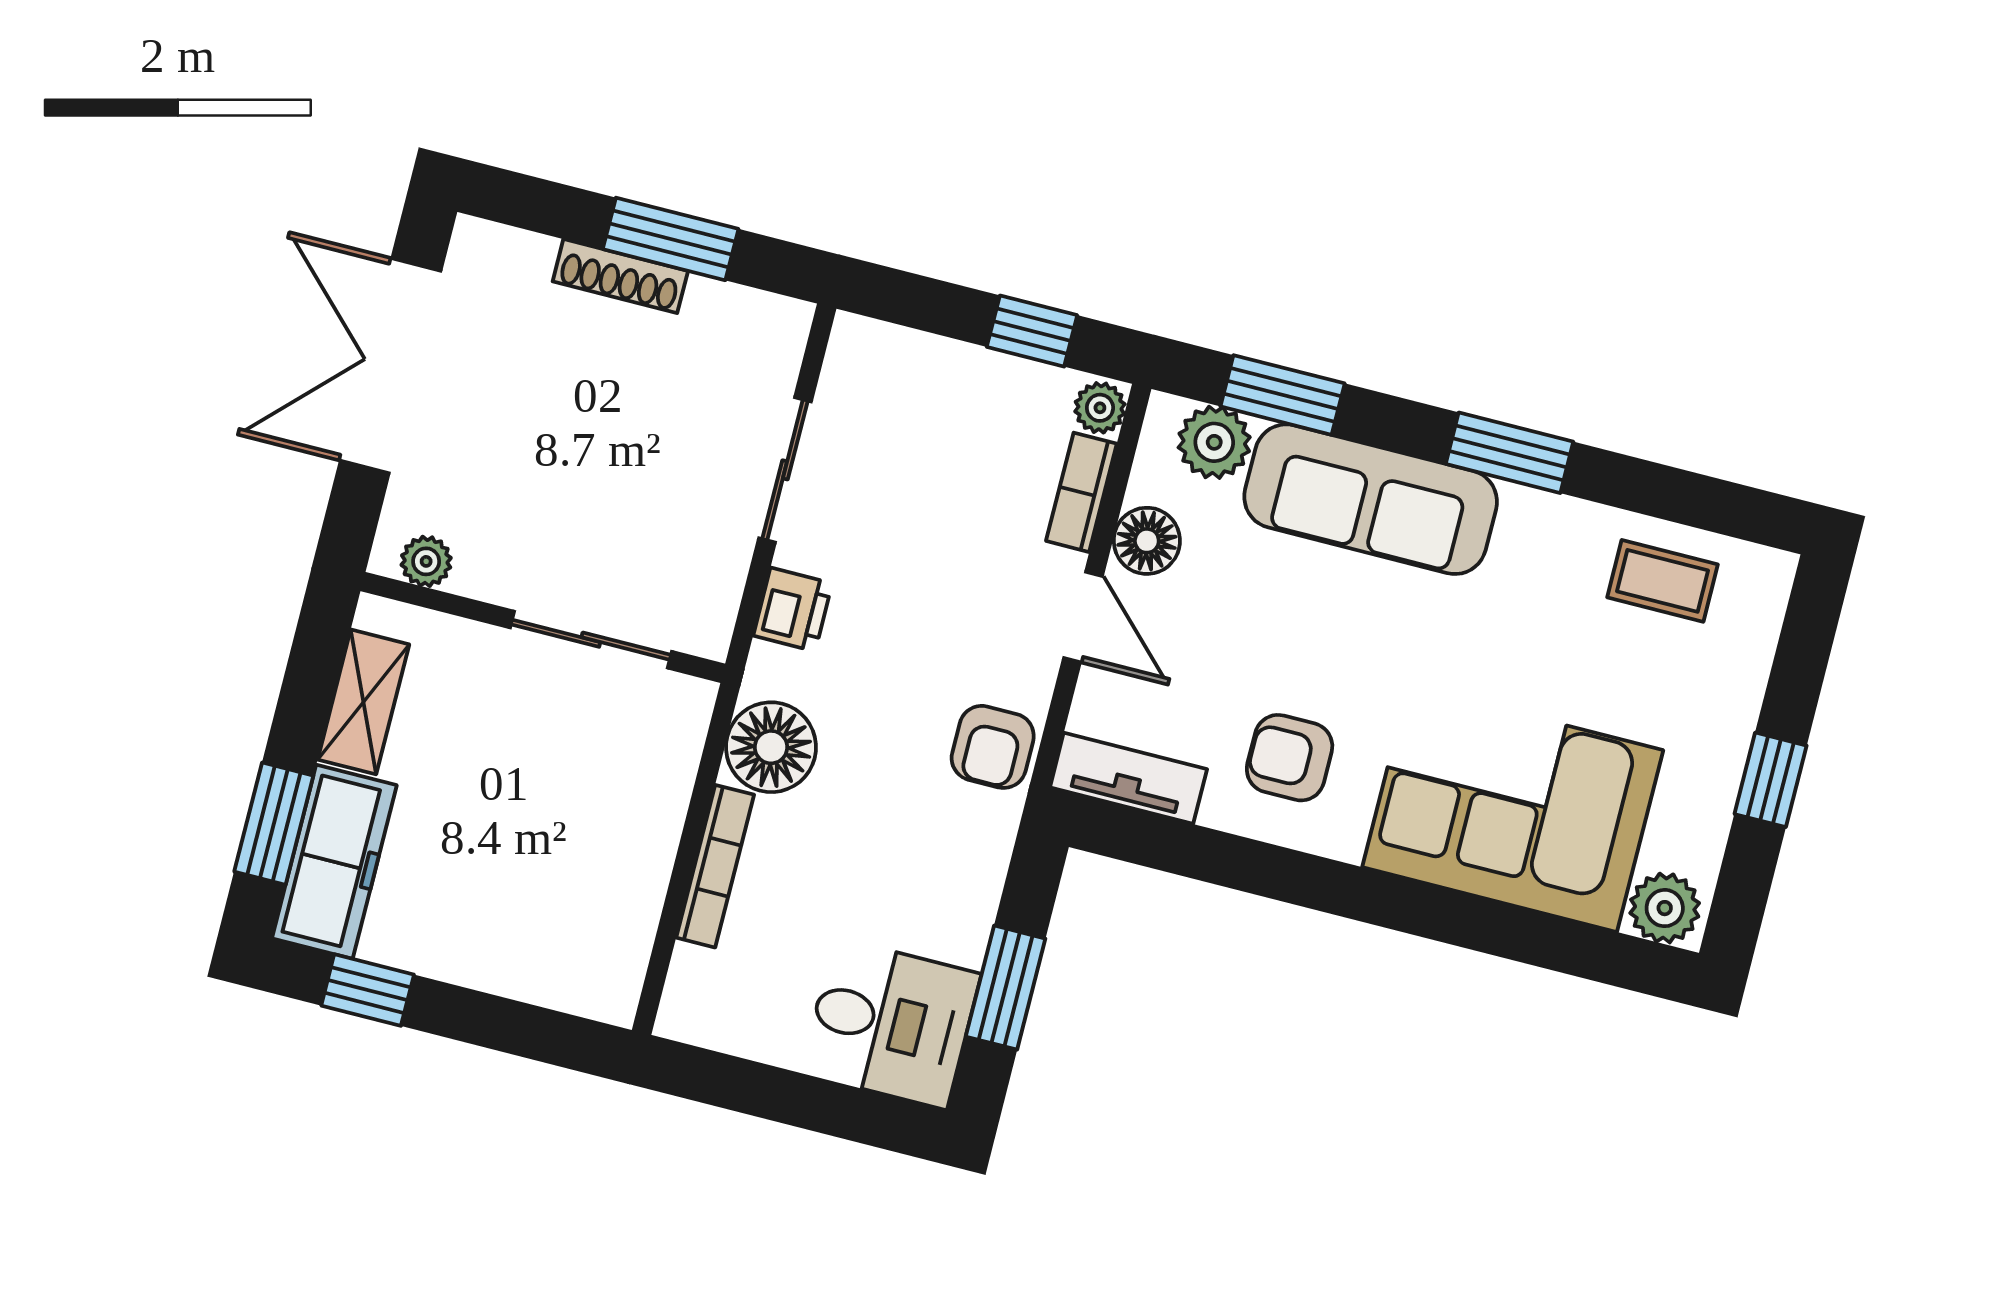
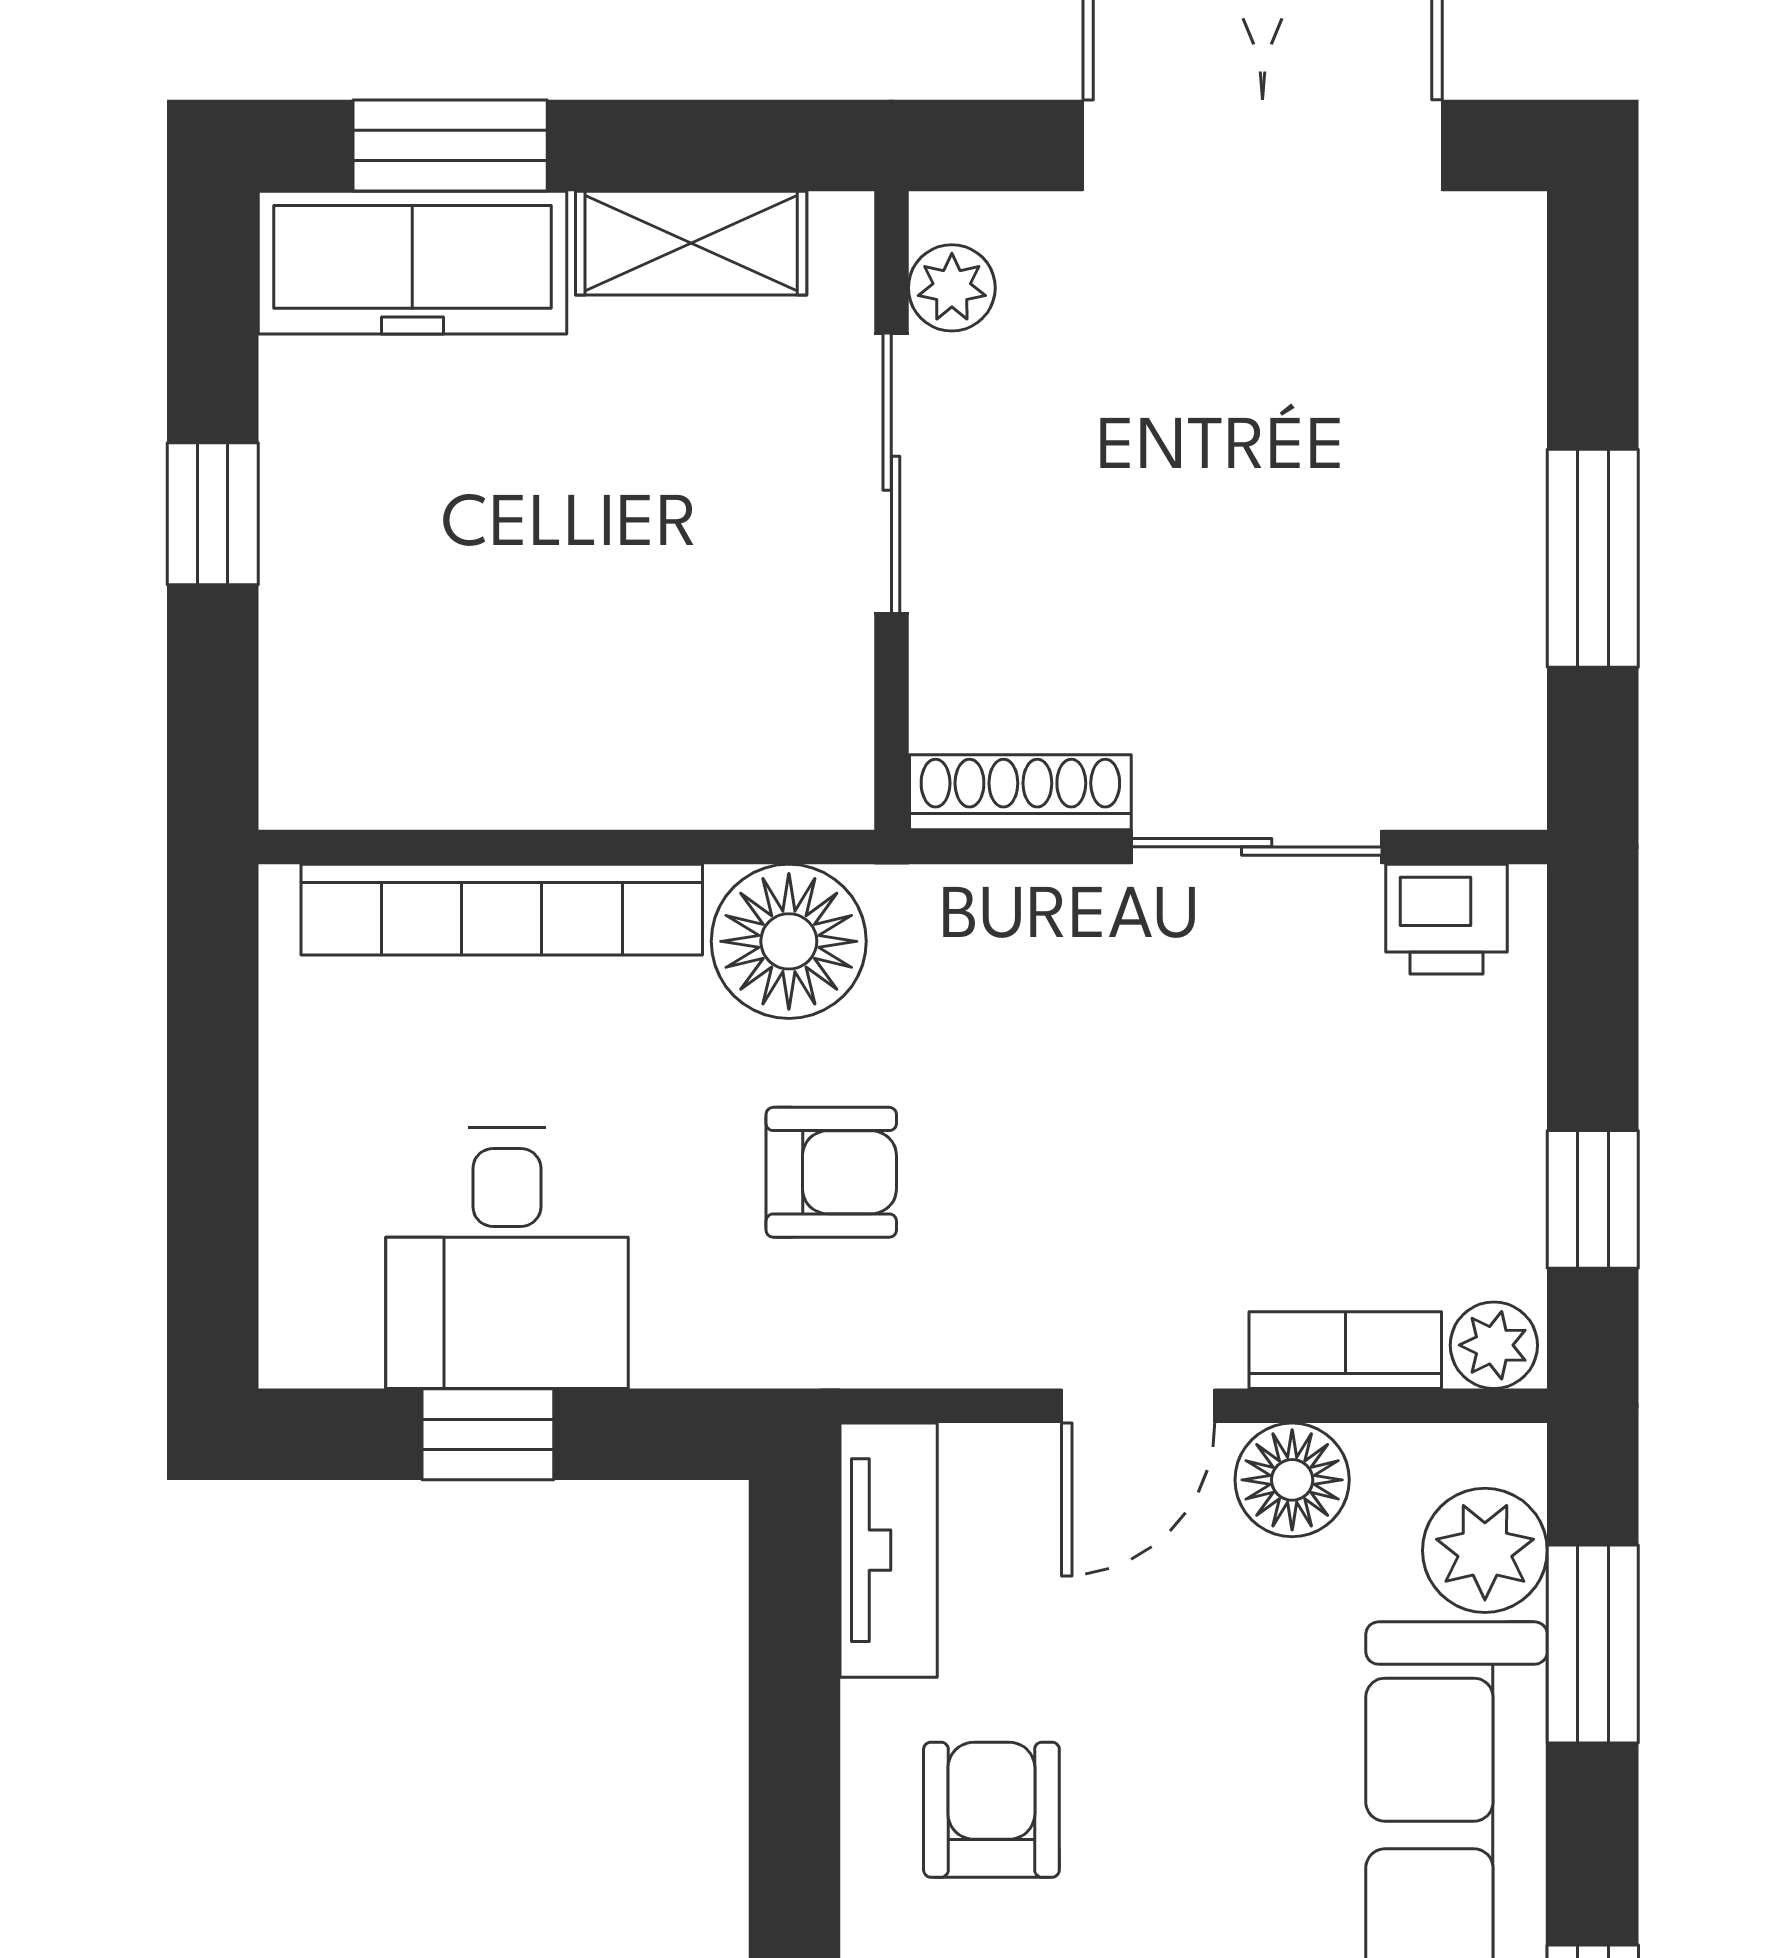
shoe rack: (620, 276) -> (1020, 792), moved, turned 90
printer: (793, 609) -> (1447, 919), moved
sliding door: (591, 640) -> (891, 473), moved
armchair: (993, 747) -> (831, 1172), moved, turned 180
bookcase: (715, 866) -> (502, 910), width x1.48, depth x1.31
window: (1006, 988) -> (488, 1434), width x0.67
window: (368, 990) -> (213, 514), moved
desk: (891, 1023) -> (507, 1258), moved

